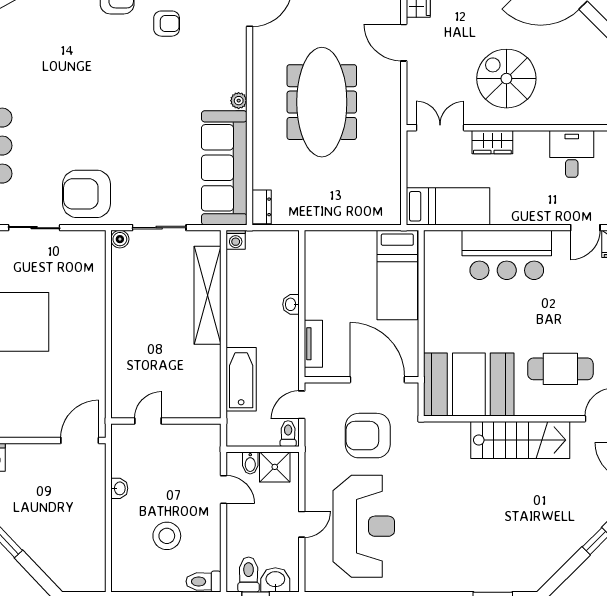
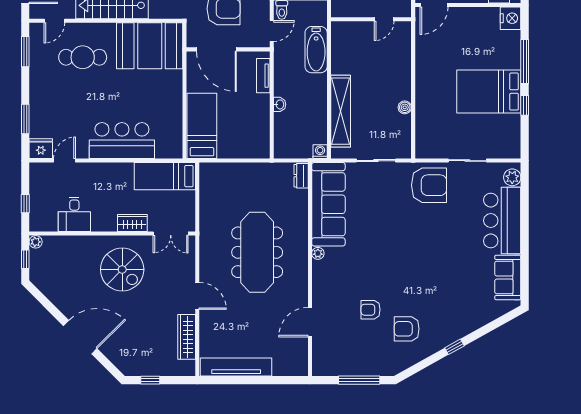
boiler: (120, 239) -> (405, 107), moved

